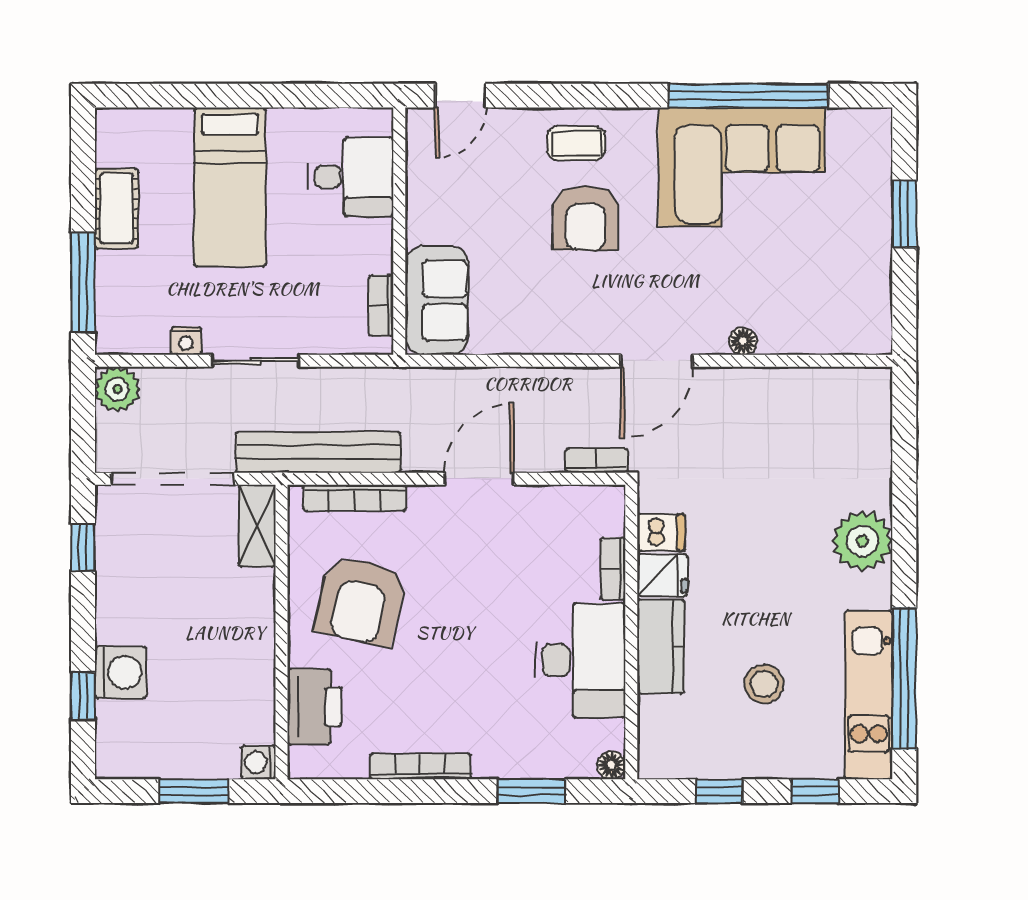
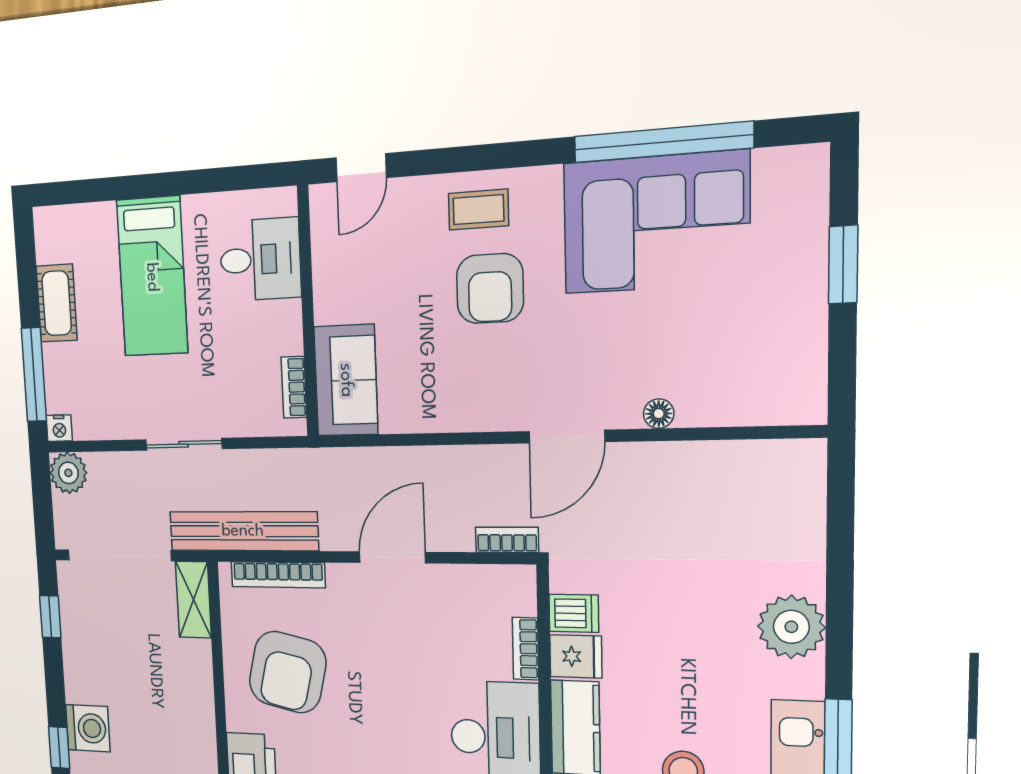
nightstand: (186, 341) -> (59, 428), moved

